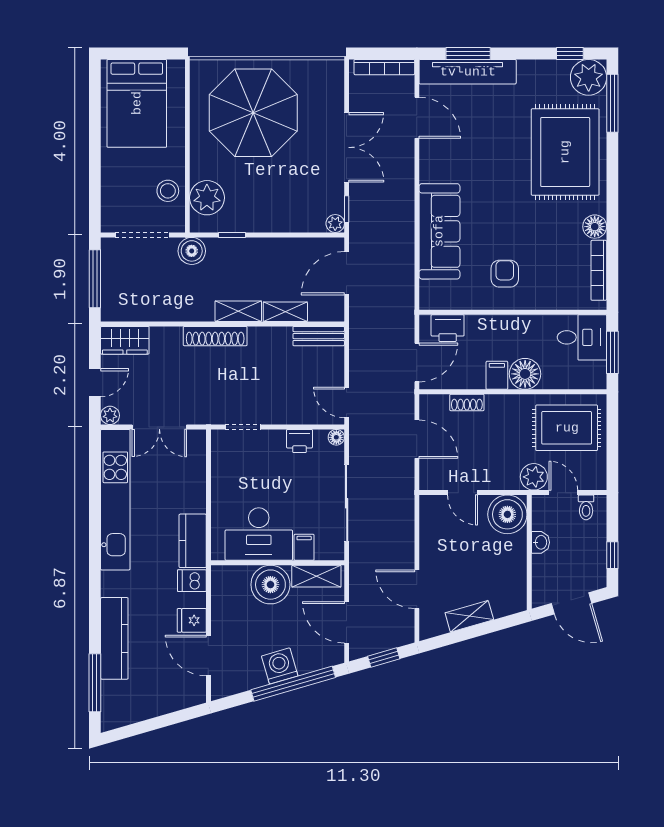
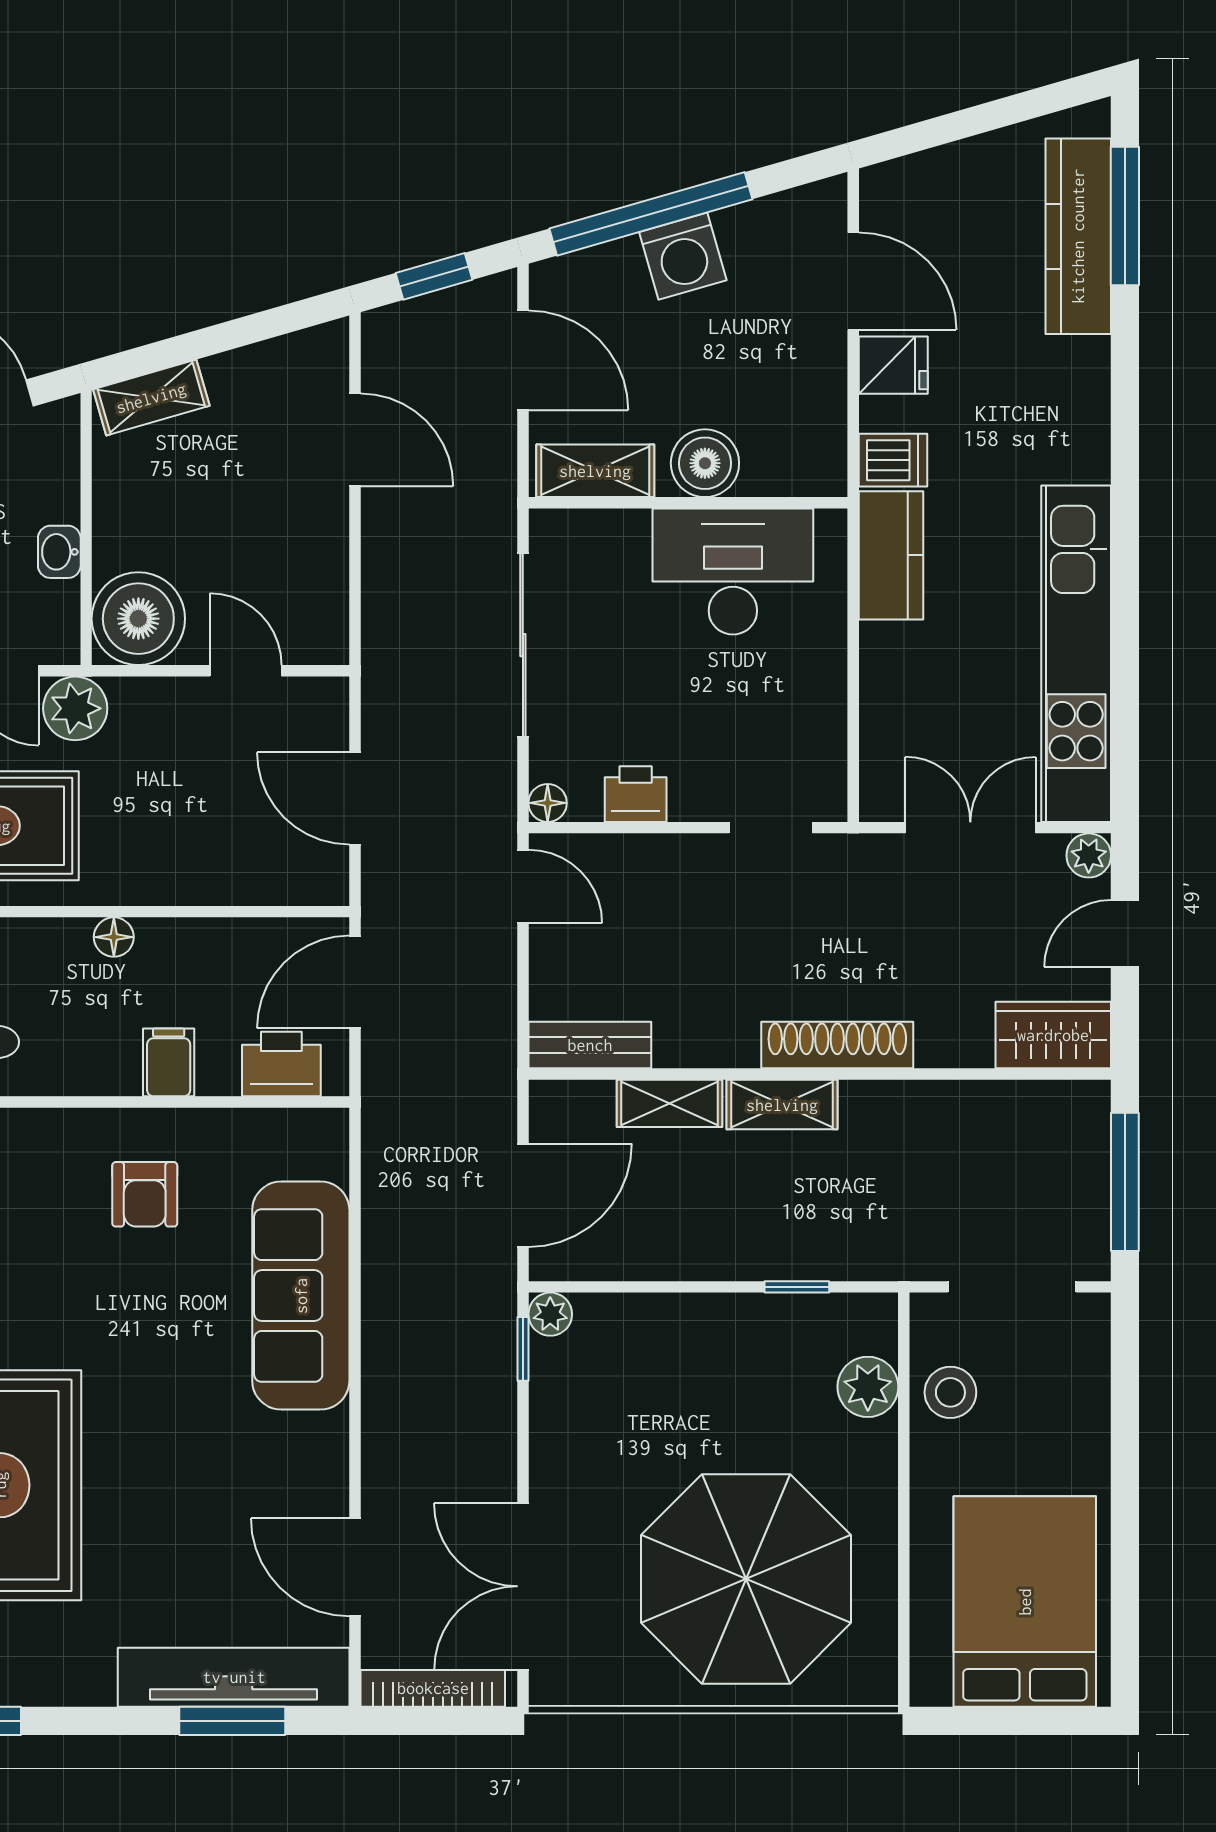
double door: (347, 147) -> (523, 1586), moved
plant: (207, 198) -> (868, 1387), width x0.73, depth x0.73
boiler: (192, 251) -> (893, 1249), removed
floor lamp: (525, 374) -> (114, 937), width x0.53, depth x0.53
filing cabinet: (497, 375) -> (169, 1062), moved, turned 180
shoe rack: (467, 402) -> (235, 886), removed
filing cabinet: (304, 547) -> (625, 540), removed
boiler: (270, 585) -> (705, 463), width x0.73, depth x0.73
shelving: (469, 616) -> (151, 398), moved
kitchen counter: (114, 638) -> (1078, 236), moved

